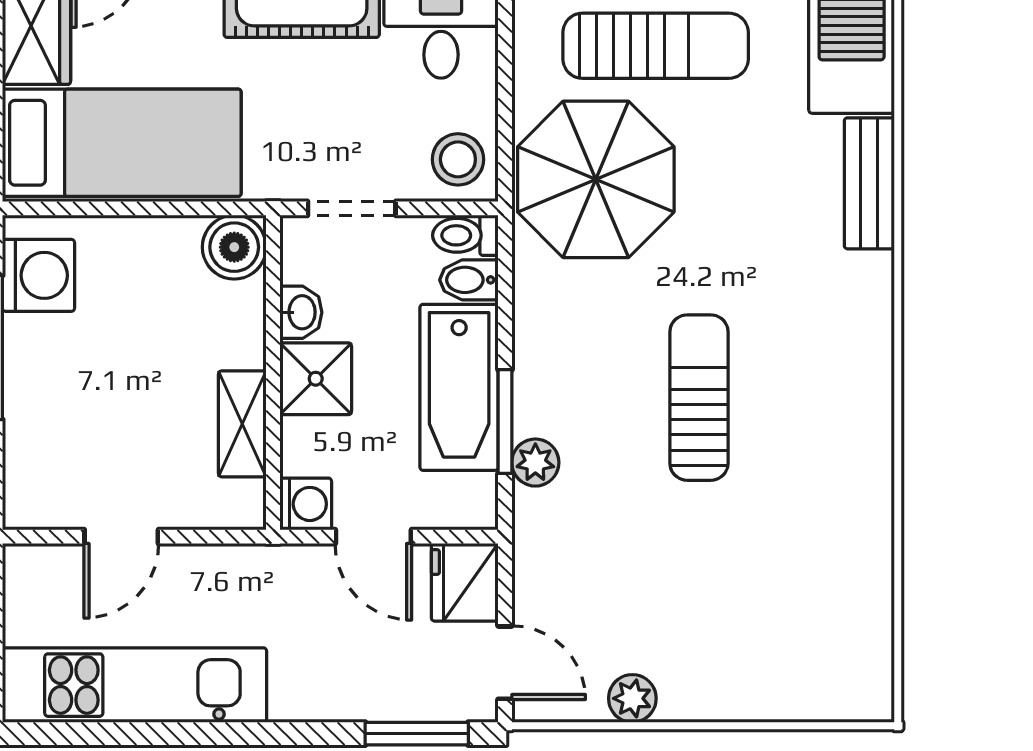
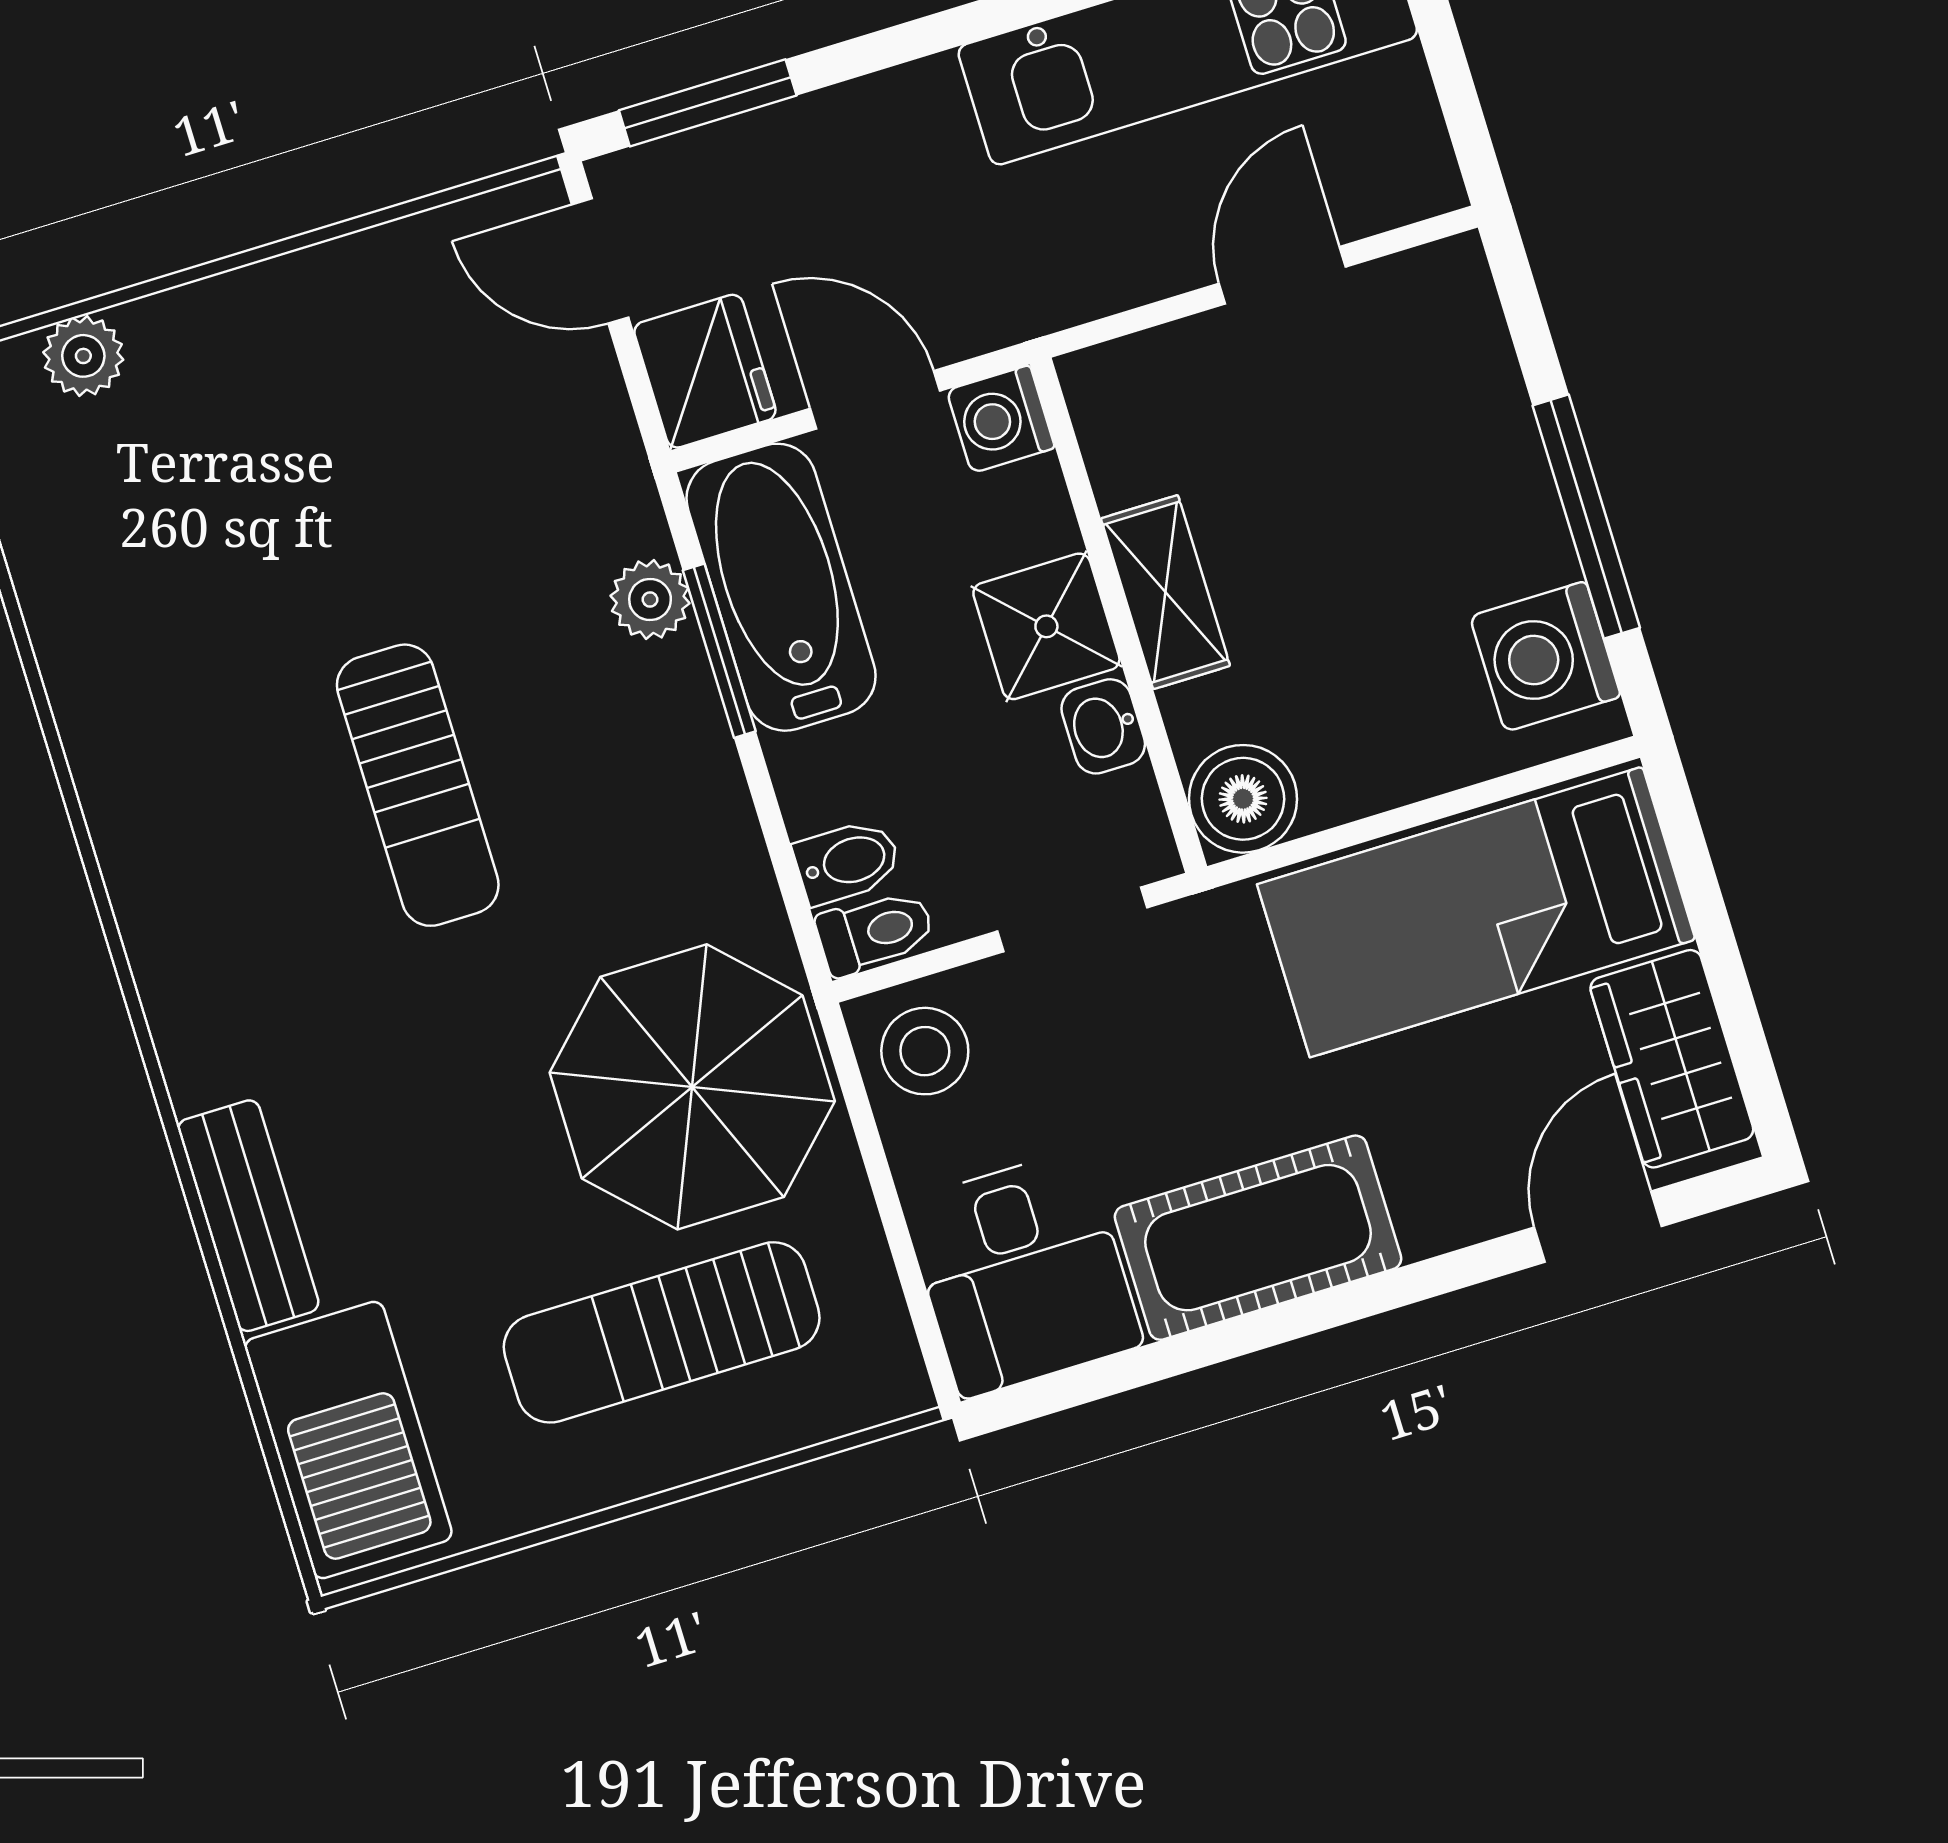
bathtub: (459, 387) -> (781, 587), moved
shelving: (242, 424) -> (1165, 592), moved
plant: (632, 698) -> (83, 356), moved

